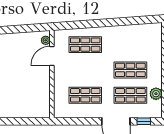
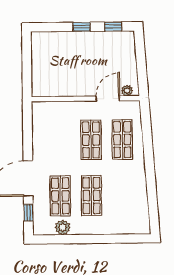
door: (52, 56) -> (108, 98), hinge flipped
shop shelf: (85, 95) -> (91, 140), moved

